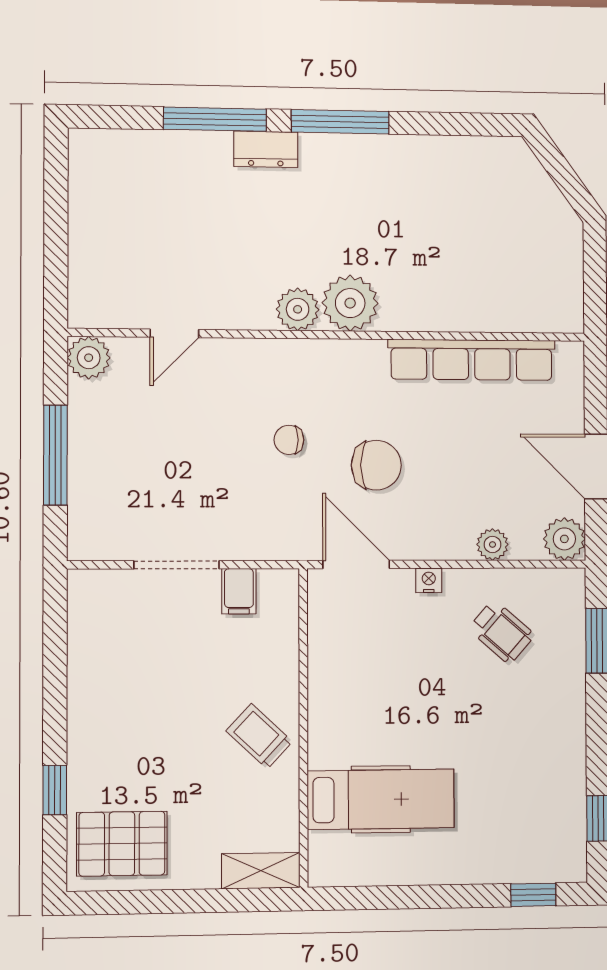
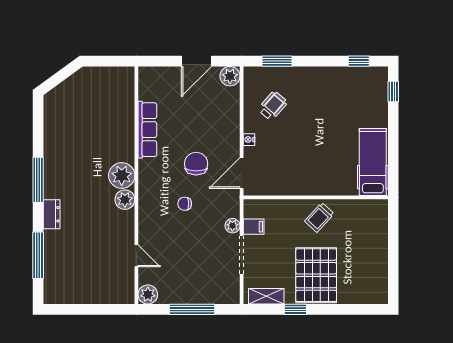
window: (215, 119) -> (38, 255), moved
row of seats: (472, 360) -> (147, 130), width x0.73
chair: (289, 440) -> (185, 204), turned 90
plant: (492, 544) -> (232, 226), moved
window: (55, 790) -> (295, 309), moved
hospital bed: (381, 799) -> (373, 162), moved
pallet: (122, 844) -> (316, 275), moved, width x1.37, depth x1.41
shelving: (261, 871) -> (266, 296), moved, turned 90

